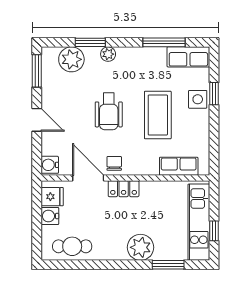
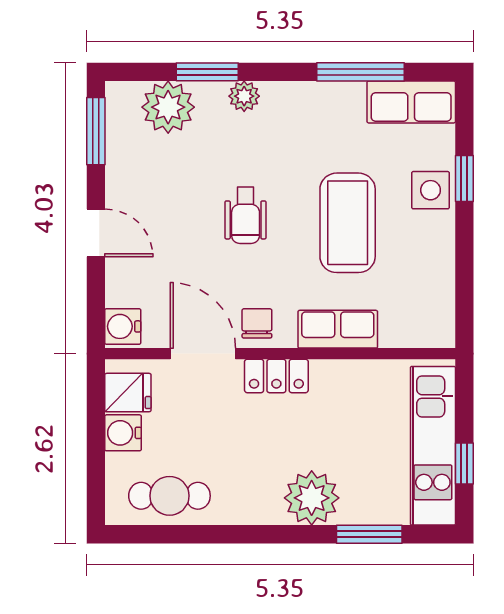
wheelchair: (109, 111) -> (246, 215), width x0.73, depth x0.73
row of seats: (179, 166) -> (338, 329), moved

